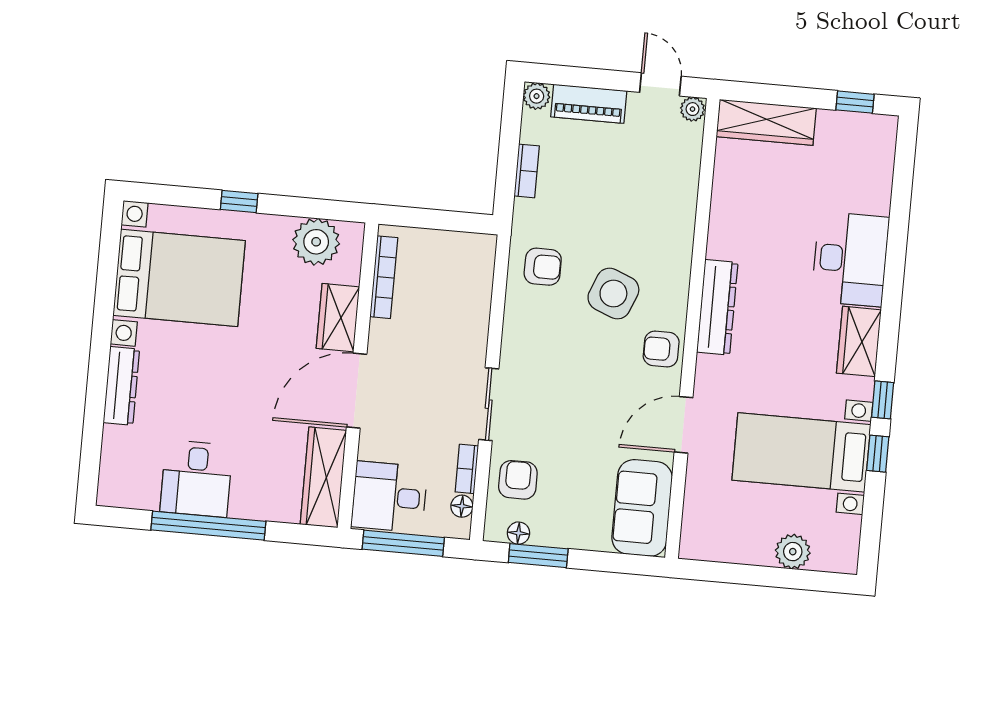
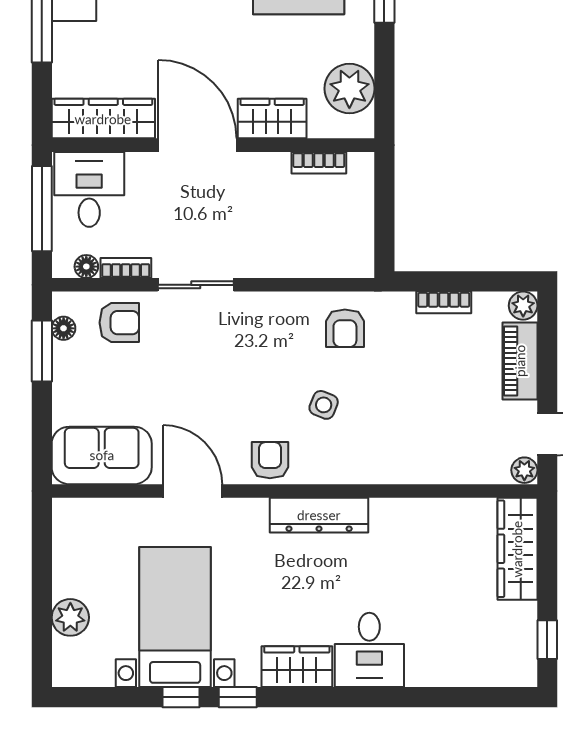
desk: (850, 259) -> (369, 650), width x0.73
bookcase: (384, 277) -> (319, 163), width x0.64
side table: (613, 294) -> (324, 405), width x0.54, depth x0.54

